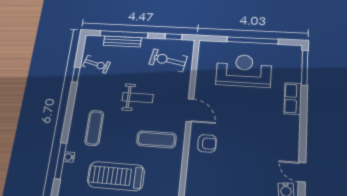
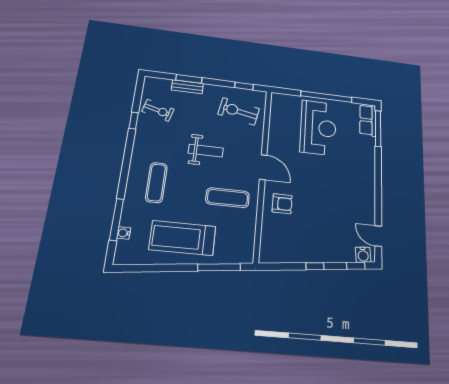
window: (124, 34) -> (189, 79), width x0.47
bench: (122, 41) -> (187, 87), width x0.73
reception desk: (244, 71) -> (318, 128), turned 90
row of seats: (293, 99) -> (368, 120), moved
water cooler: (69, 157) -> (124, 233), moved

